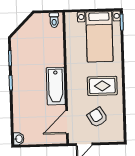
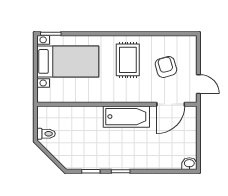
toilet: (54, 20) -> (46, 134), moved
armchair: (97, 117) -> (166, 67), turned 105
door: (67, 122) -> (171, 104), hinge flipped

